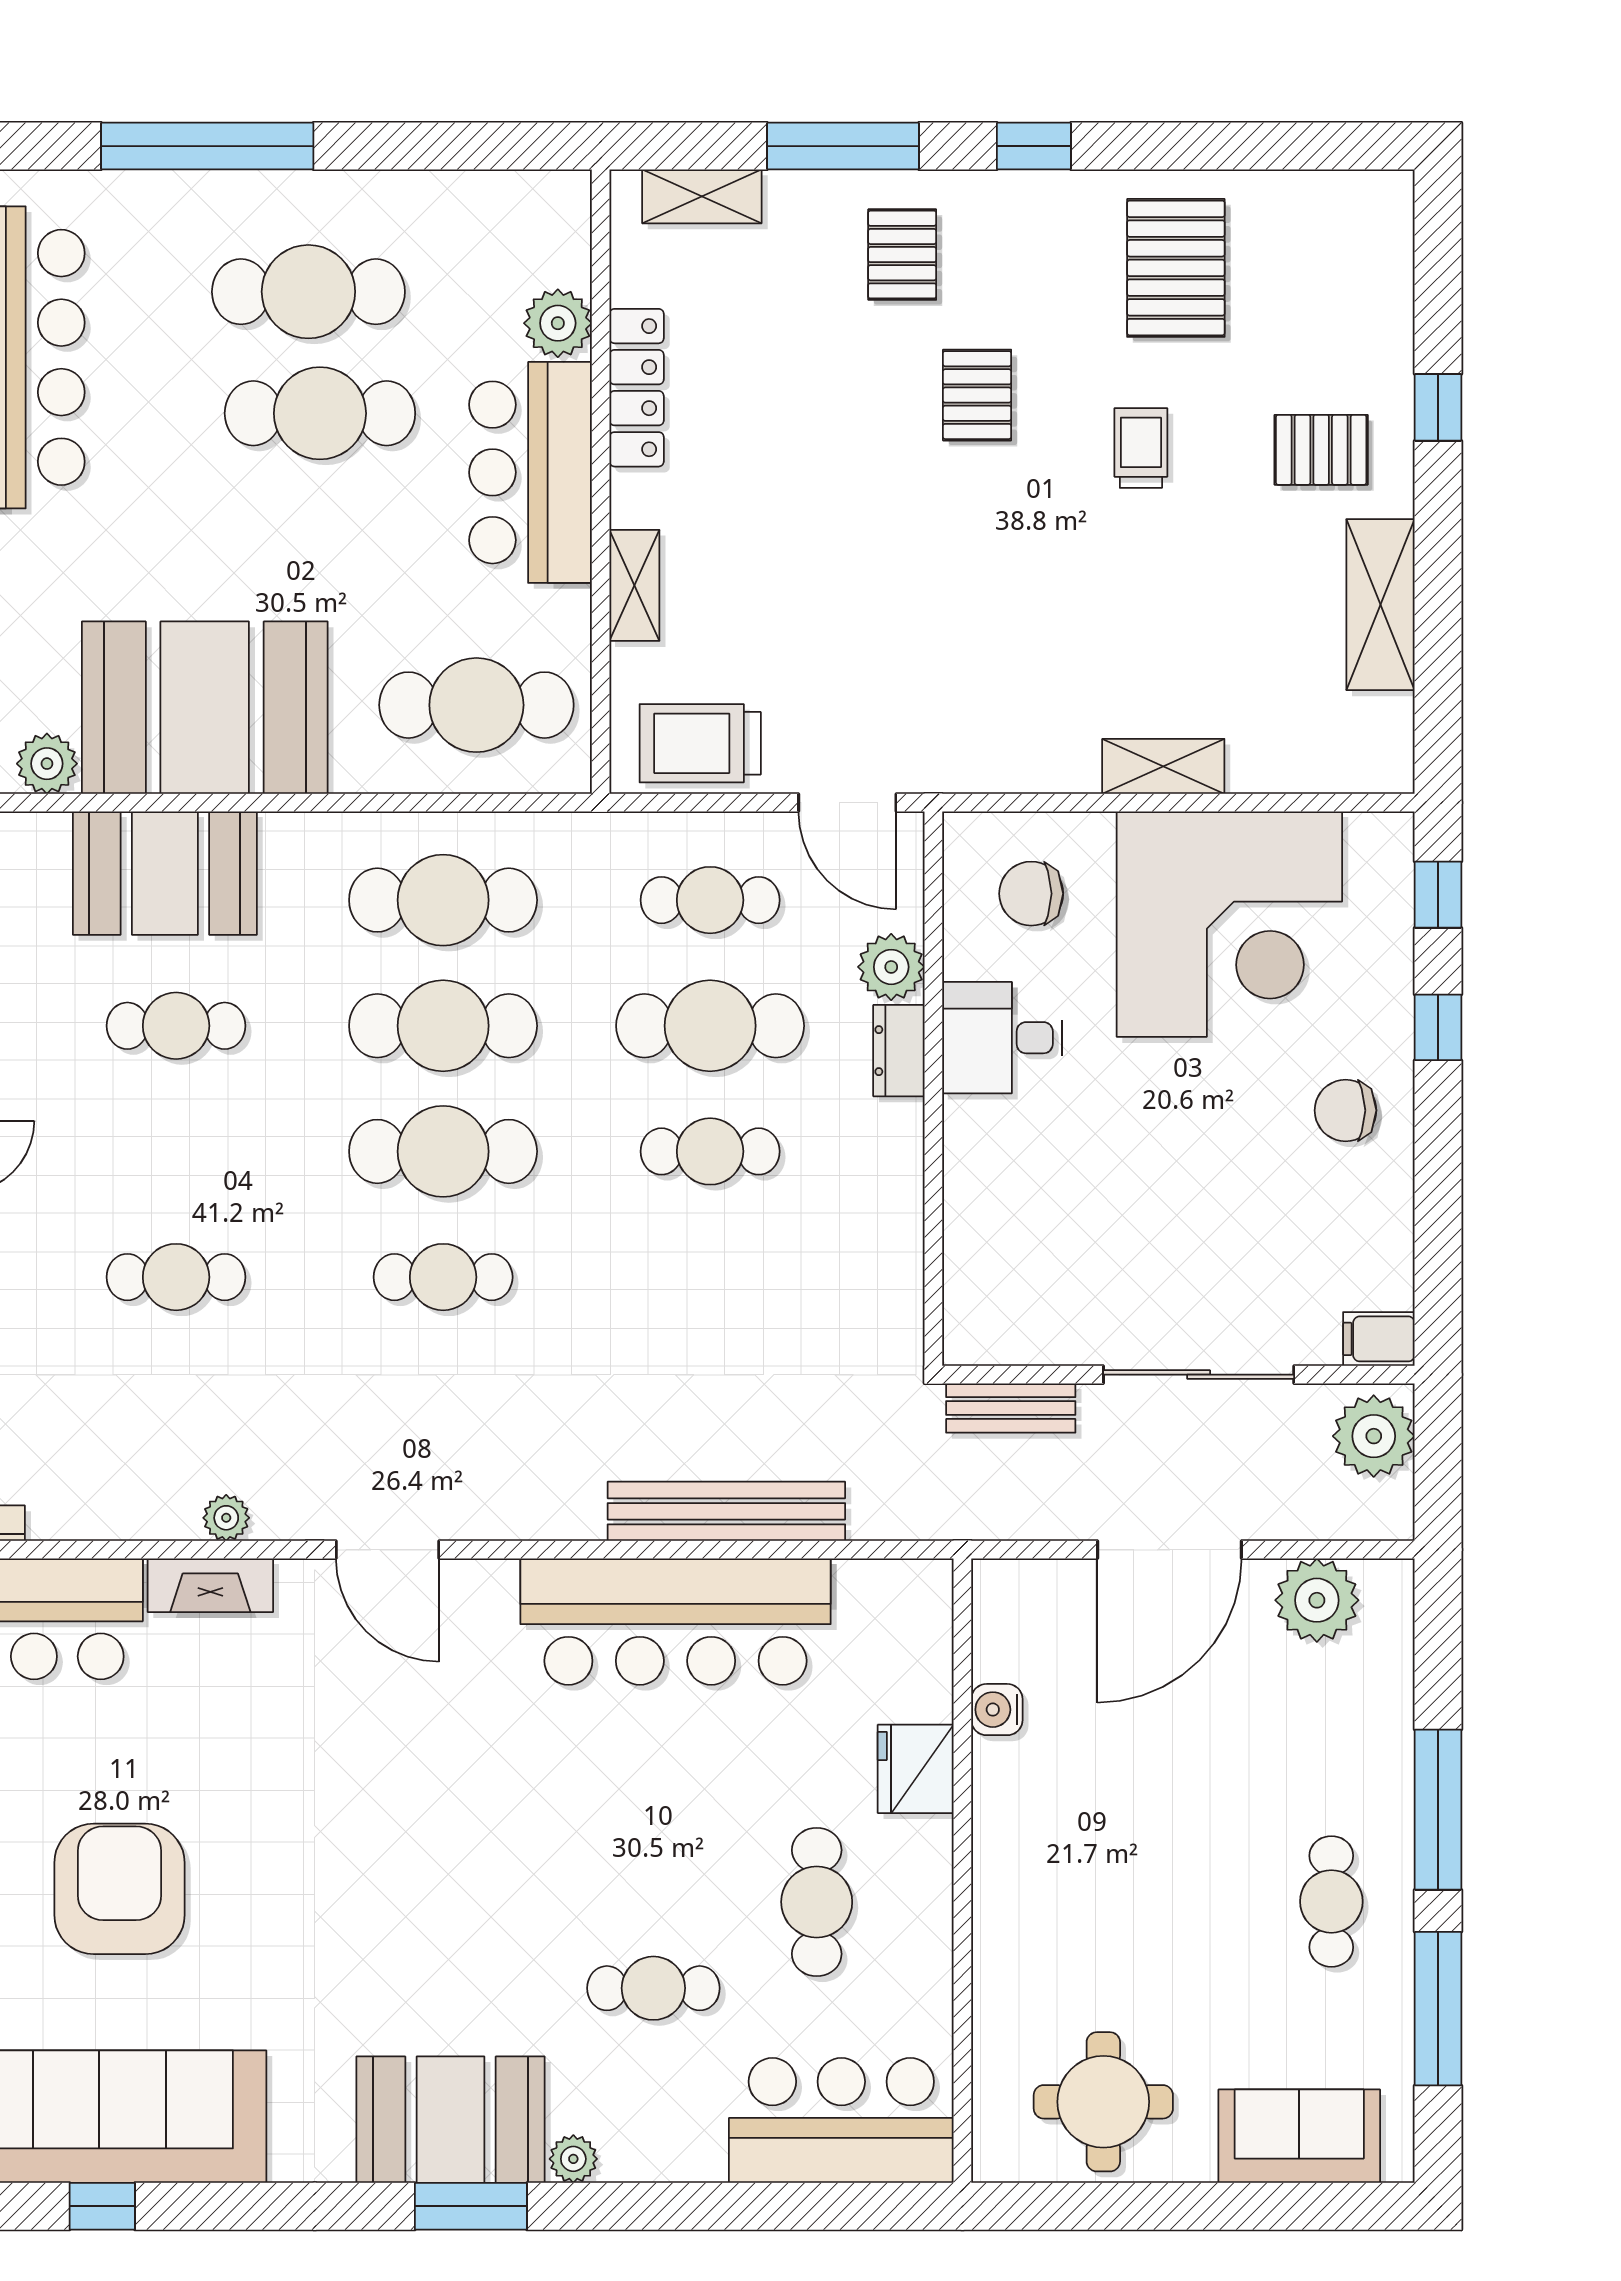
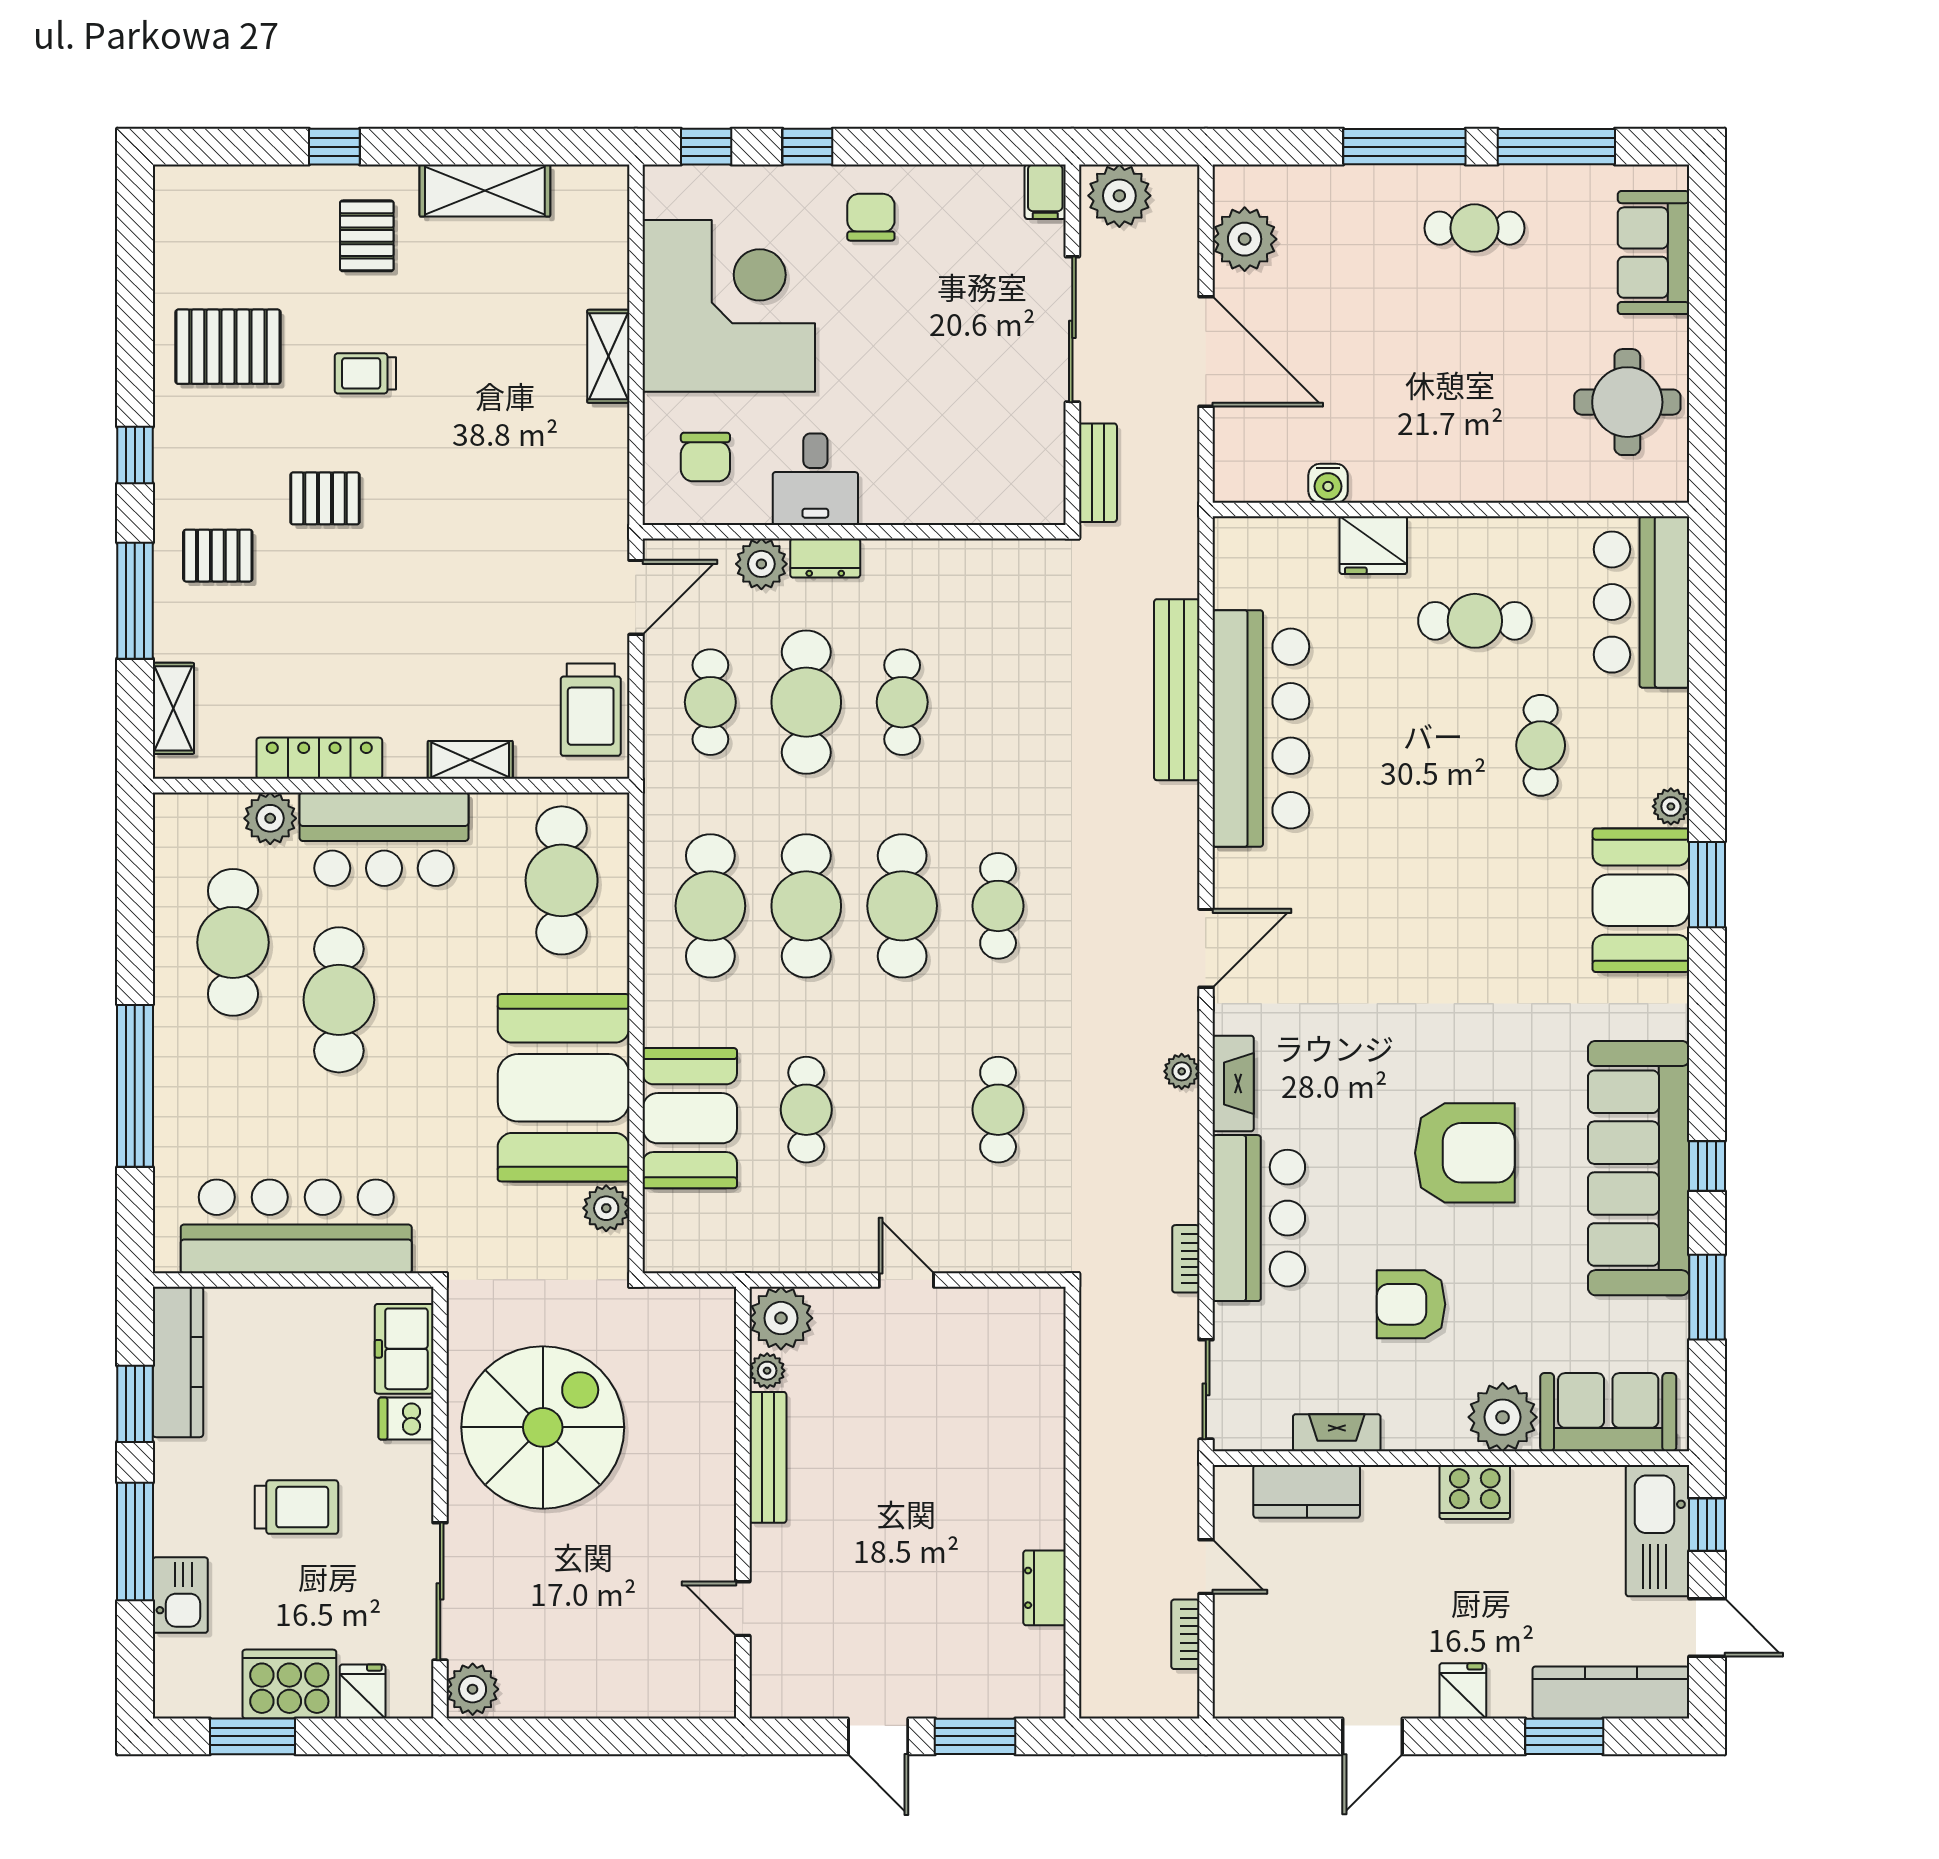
cafe table: (308, 292) -> (233, 942), moved
chair: (1346, 1110) -> (871, 217), turned 180
armchair: (119, 1889) -> (1465, 1153), turned 180

